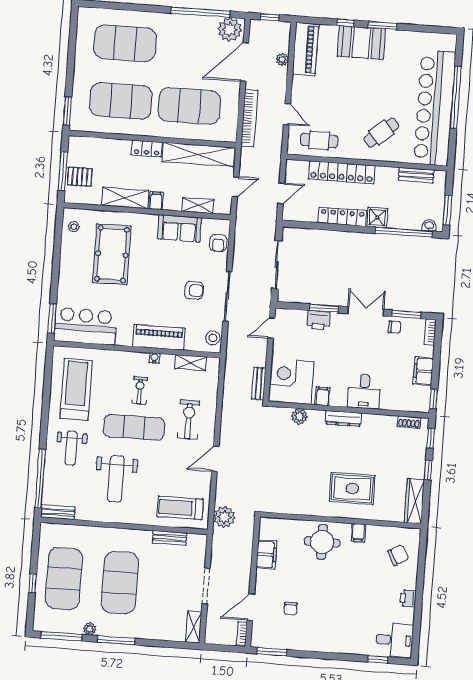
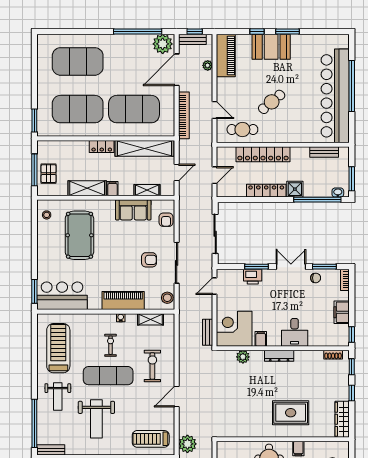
bench: (266, 27) -> (192, 39), added
cafe table: (381, 133) -> (272, 102), moved
pallet: (80, 177) -> (49, 174), turned 90

